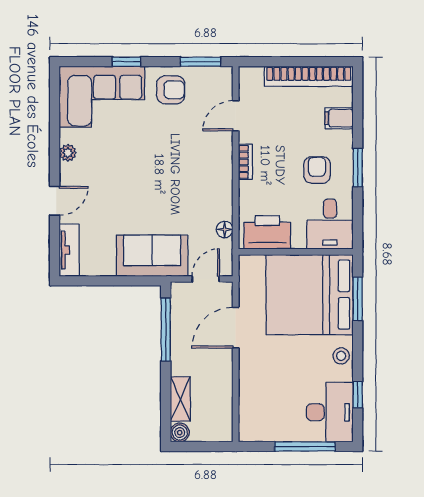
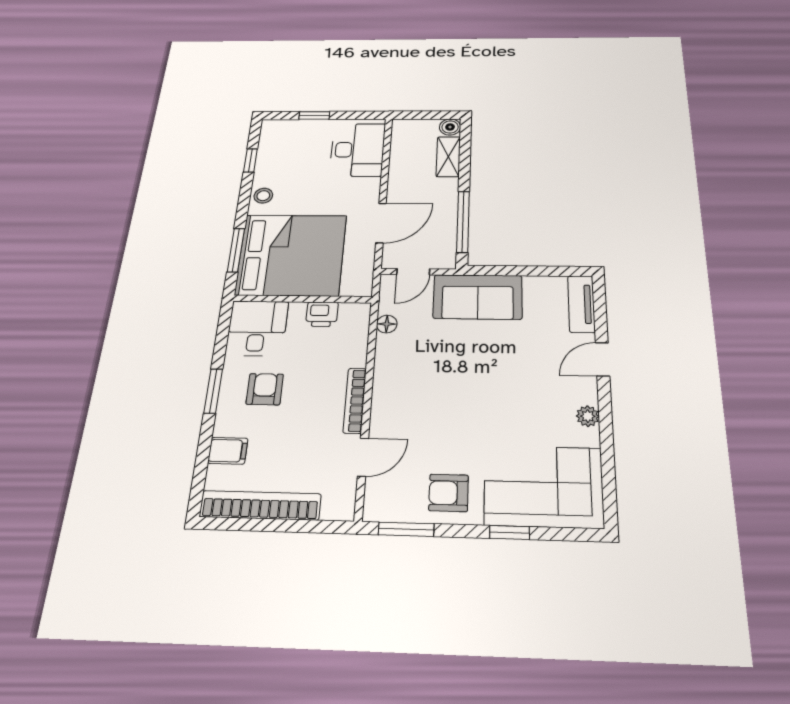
bookcase: (245, 162) -> (355, 400), width x1.56
armchair: (317, 170) -> (265, 389), turned 180
printer: (267, 232) -> (322, 314), width x0.53, depth x0.68
desk: (330, 412) -> (358, 150), moved, turned 180
window: (305, 446) -> (314, 115), width x0.46

